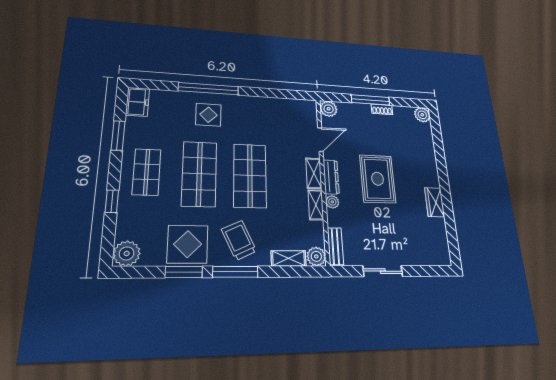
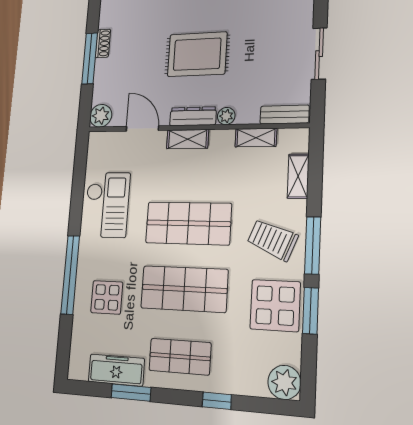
freezer: (138, 102) -> (116, 370), moved, width x1.40
display table: (208, 115) -> (107, 297), moved
checkout: (262, 115) -> (107, 205), added
shelving: (316, 205) -> (256, 138), moved
trolley: (239, 240) -> (272, 240), turned 47
plant: (316, 256) -> (297, 140), removed

